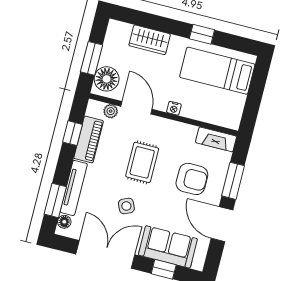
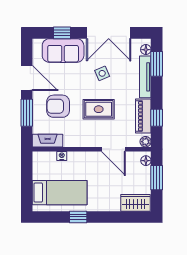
wardrobe: (150, 40) -> (135, 203), moved
floor lamp: (107, 79) -> (146, 161), width x0.53, depth x0.53
nightstand: (174, 108) -> (62, 156), moved
plant: (111, 111) -> (146, 142), moved
rug: (142, 162) -> (99, 109), turned 90

